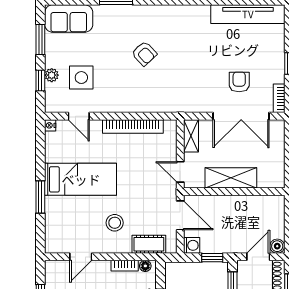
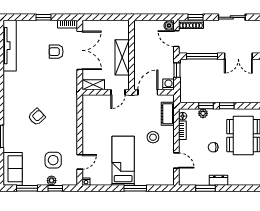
bookcase: (133, 126) -> (87, 125), removed

